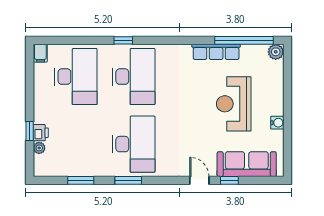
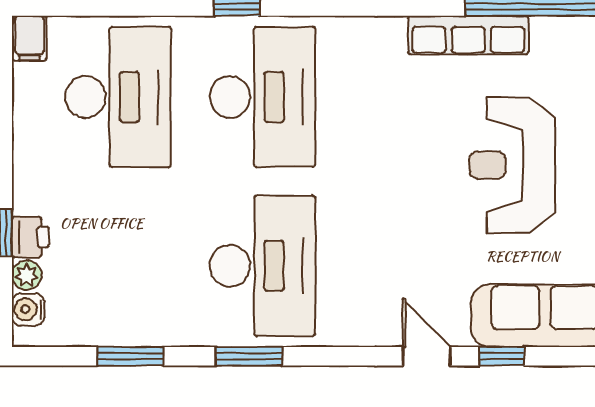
water cooler: (40, 162) -> (28, 309), added

